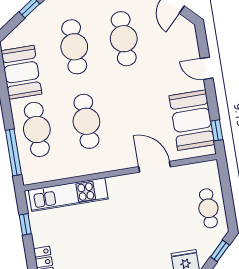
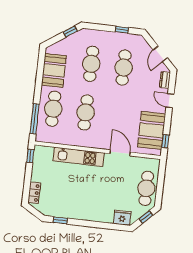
dresser: (190, 40) -> (165, 80), added
kitchen unit: (68, 194) -> (79, 157), moved
cafe table: (208, 208) -> (146, 188), width x1.37, depth x1.35
window: (25, 224) -> (30, 156), moved

